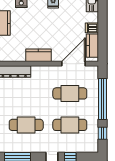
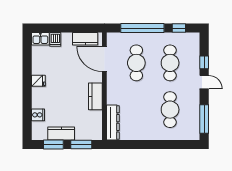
dishwasher: (92, 28) -> (55, 39), moved

